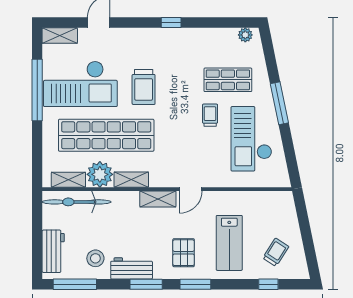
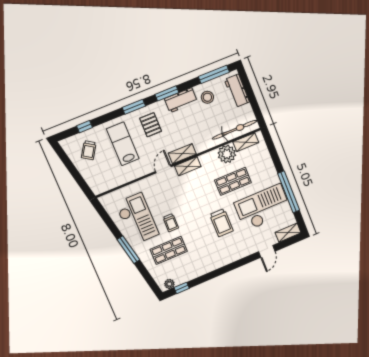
window: (171, 23) -> (182, 288), moved
trolley: (144, 87) -> (221, 223), turned 180
shop shelf: (106, 135) -> (233, 181), width x0.50, depth x0.74
shelving: (131, 180) -> (188, 166), moved

